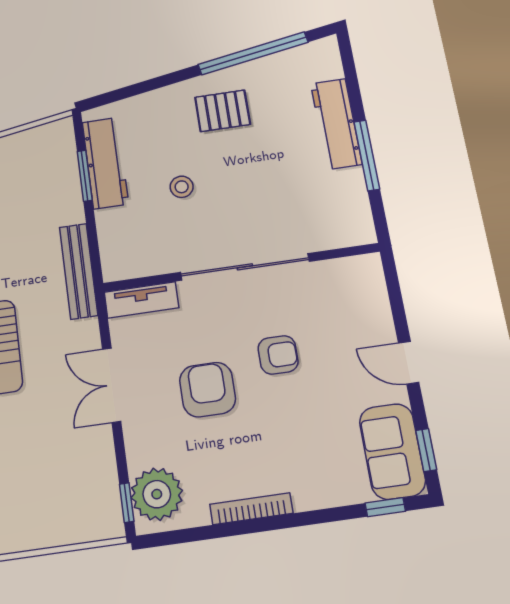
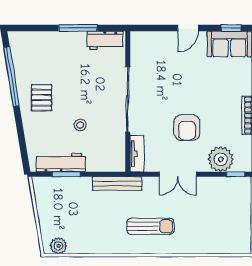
workbench: (336, 124) -> (105, 40), moved, width x0.73
armchair: (278, 355) -> (175, 90), removed
armchair: (208, 390) -> (187, 128), turned -90
plant: (157, 494) -> (221, 159), moved

